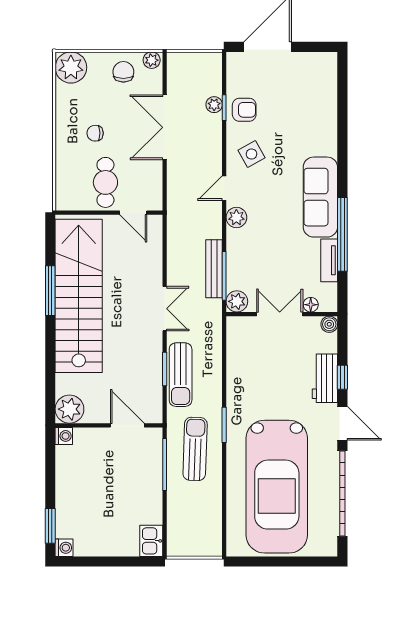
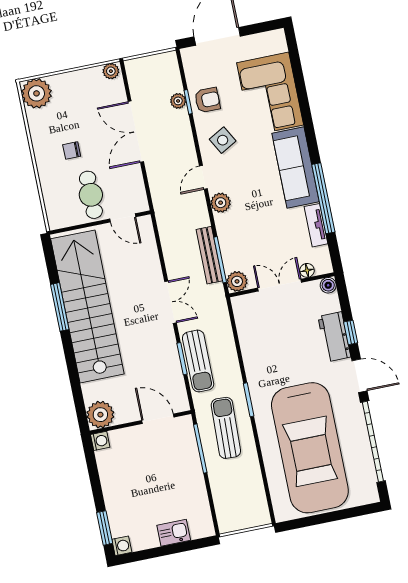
chair: (123, 72) -> (87, 87), removed
corner sofa: (310, 116) -> (270, 94), added
kitchen sink: (151, 541) -> (174, 533), moved, turned 90

